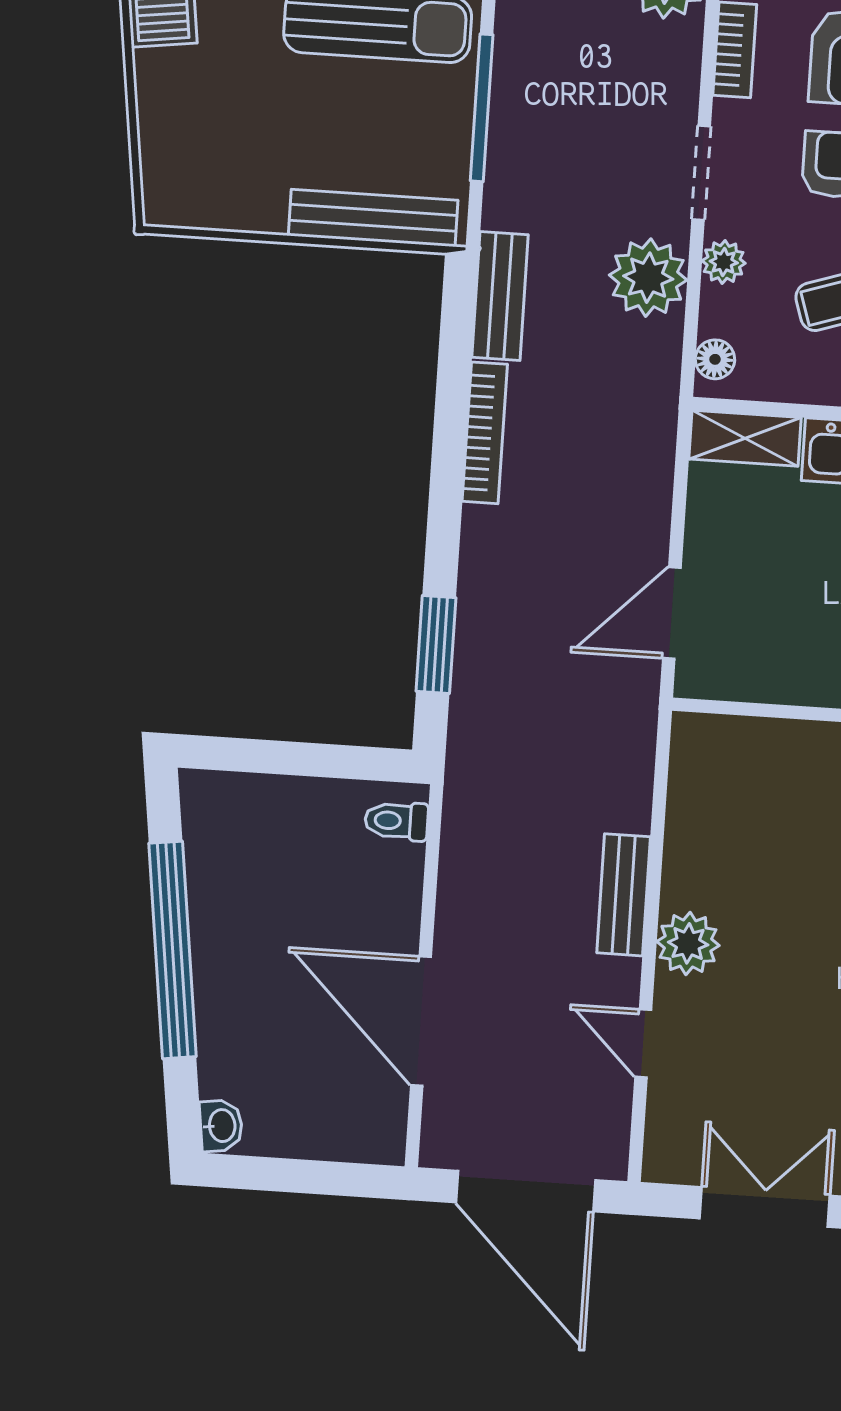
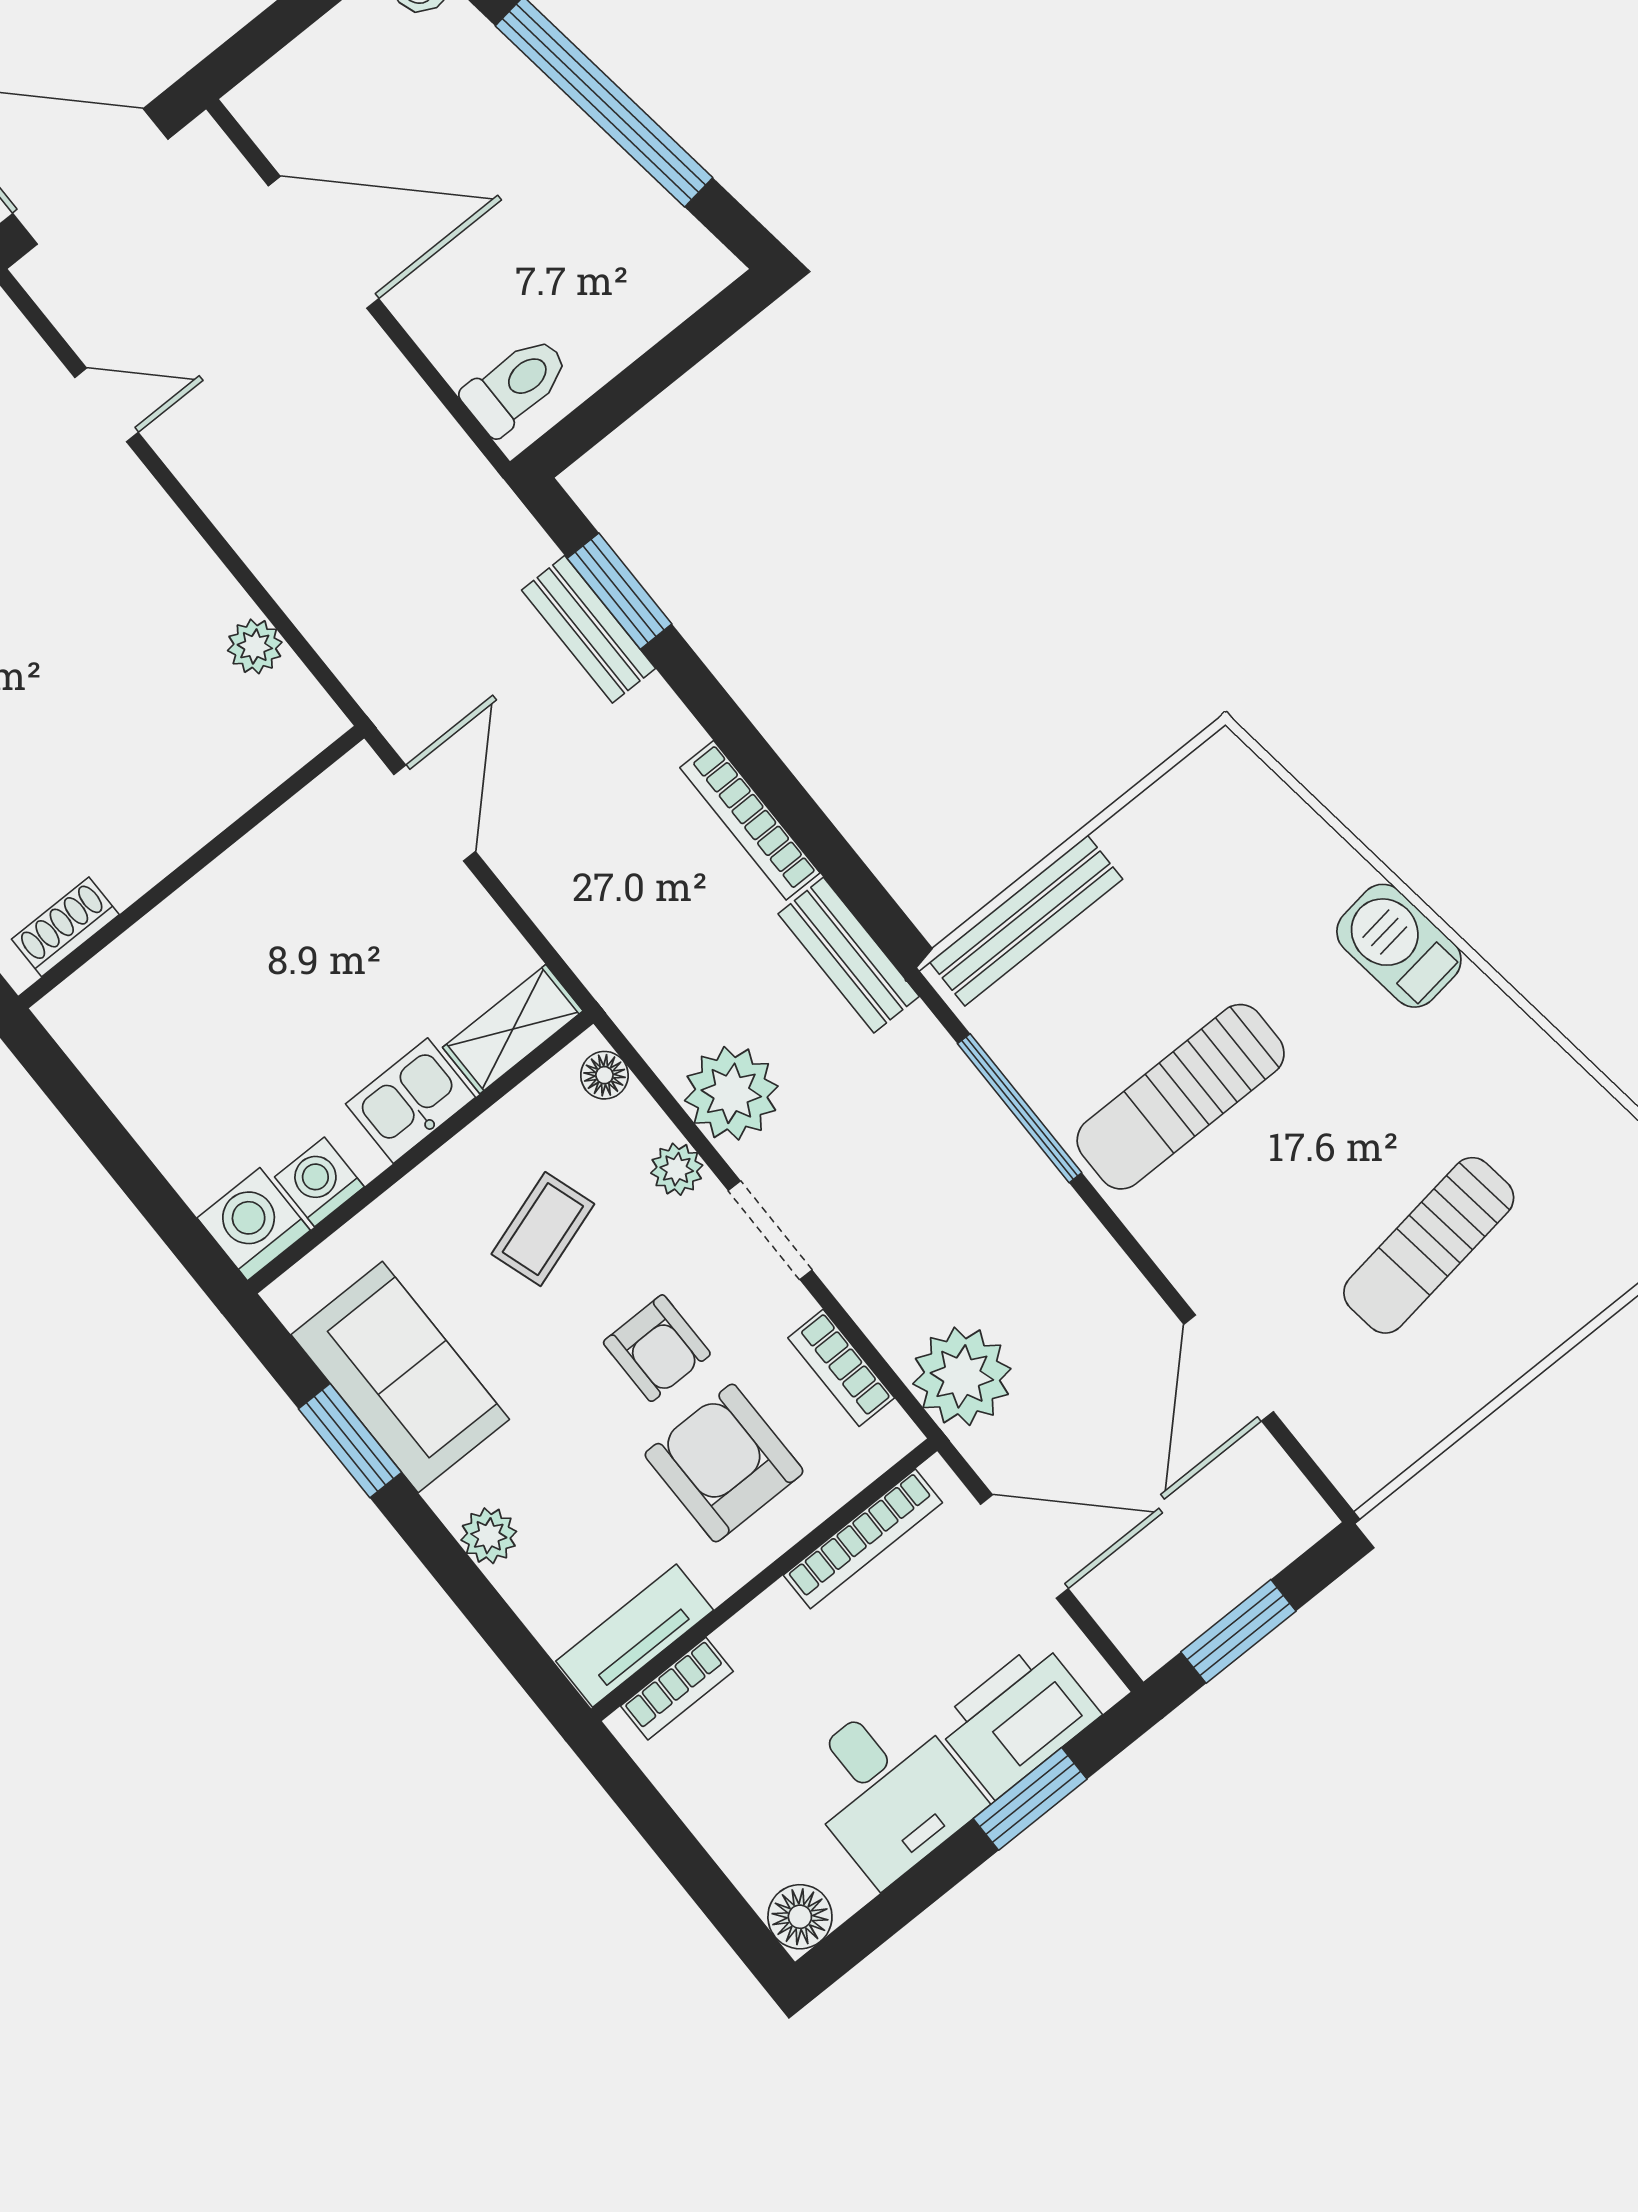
toilet: (396, 821) -> (516, 385), width x1.37, depth x1.39
bench: (624, 895) -> (589, 629), moved
plant: (688, 943) -> (255, 646), moved, width x0.73, depth x0.73

